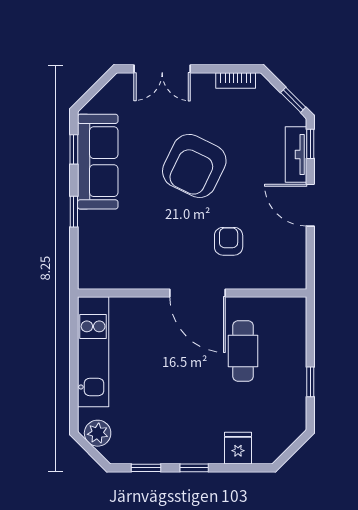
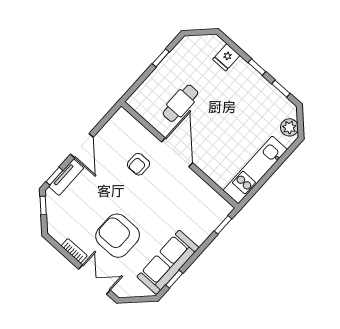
bookcase: (236, 80) -> (74, 251), moved
armchair: (194, 166) -> (118, 236), moved, turned -116
window: (74, 212) -> (223, 225), moved

